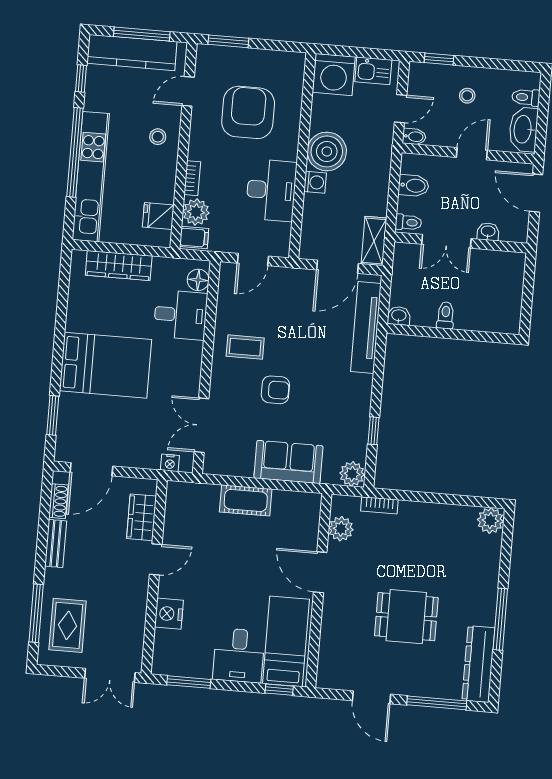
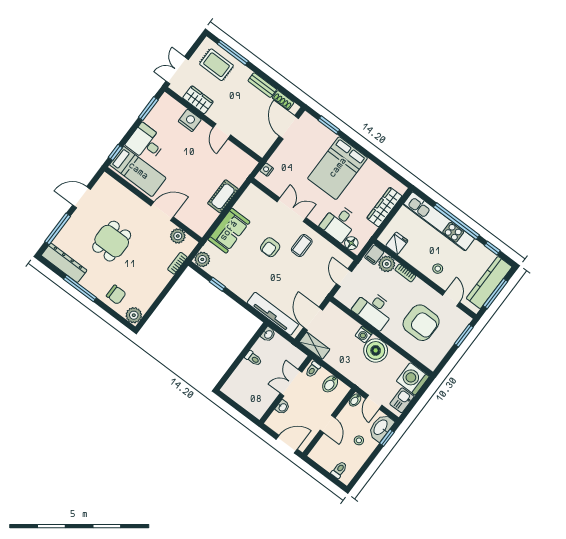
washbasin: (523, 129) -> (381, 427), moved, turned -90
double door: (201, 425) -> (292, 210), moved
wardrobe: (142, 517) -> (198, 100), moved
chair: (477, 563) -> (116, 295), added

